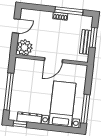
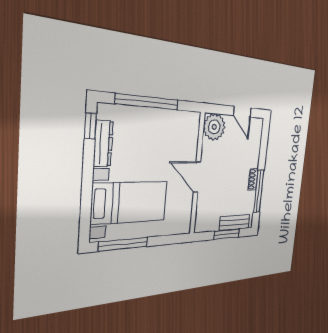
bench: (86, 42) -> (235, 222), moved

